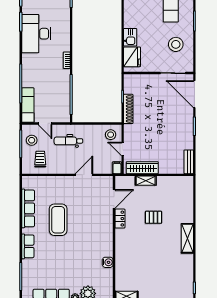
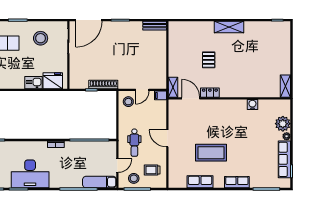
wardrobe: (142, 168) -> (160, 71), removed
door: (84, 175) -> (167, 138), moved
shelving: (146, 181) -> (173, 87), moved
row of seats: (28, 208) -> (200, 182), width x0.68

